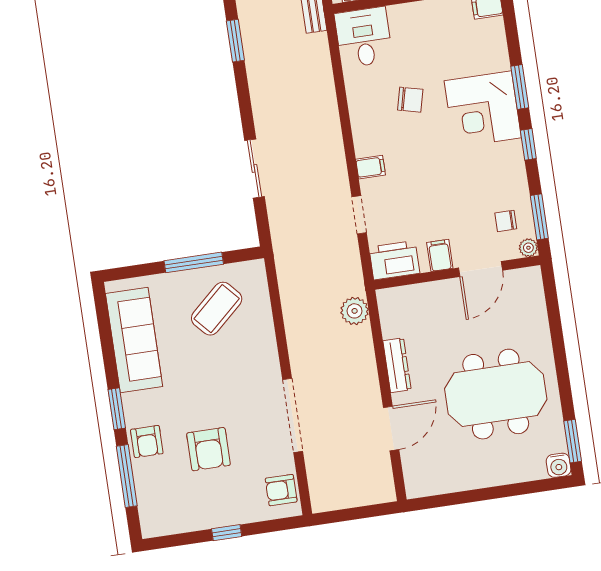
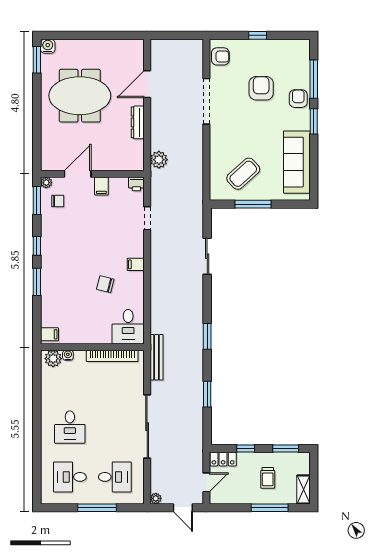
corner desk: (483, 109) -> (62, 272), removed
filing cabinet: (371, 167) -> (136, 264), moved
printer: (394, 260) -> (136, 184), width x0.53, depth x0.68

